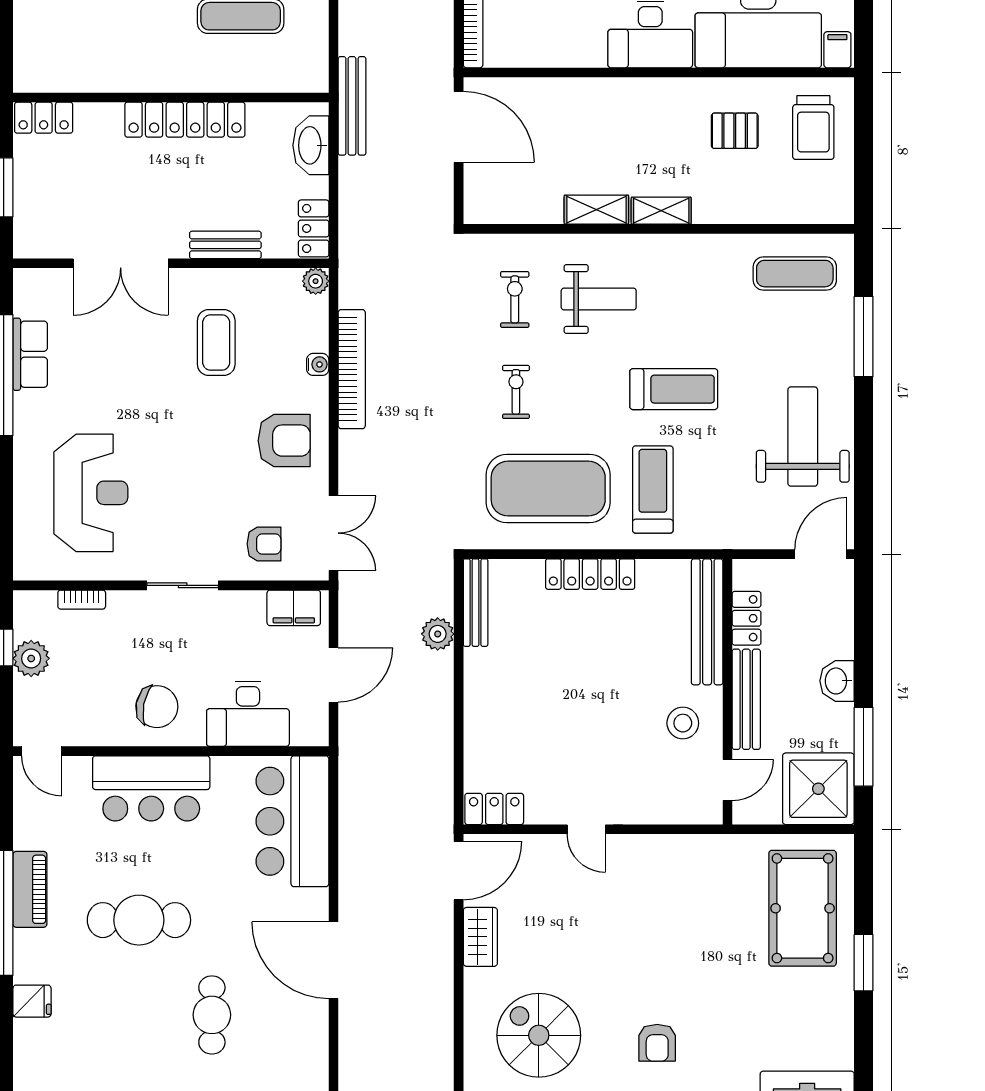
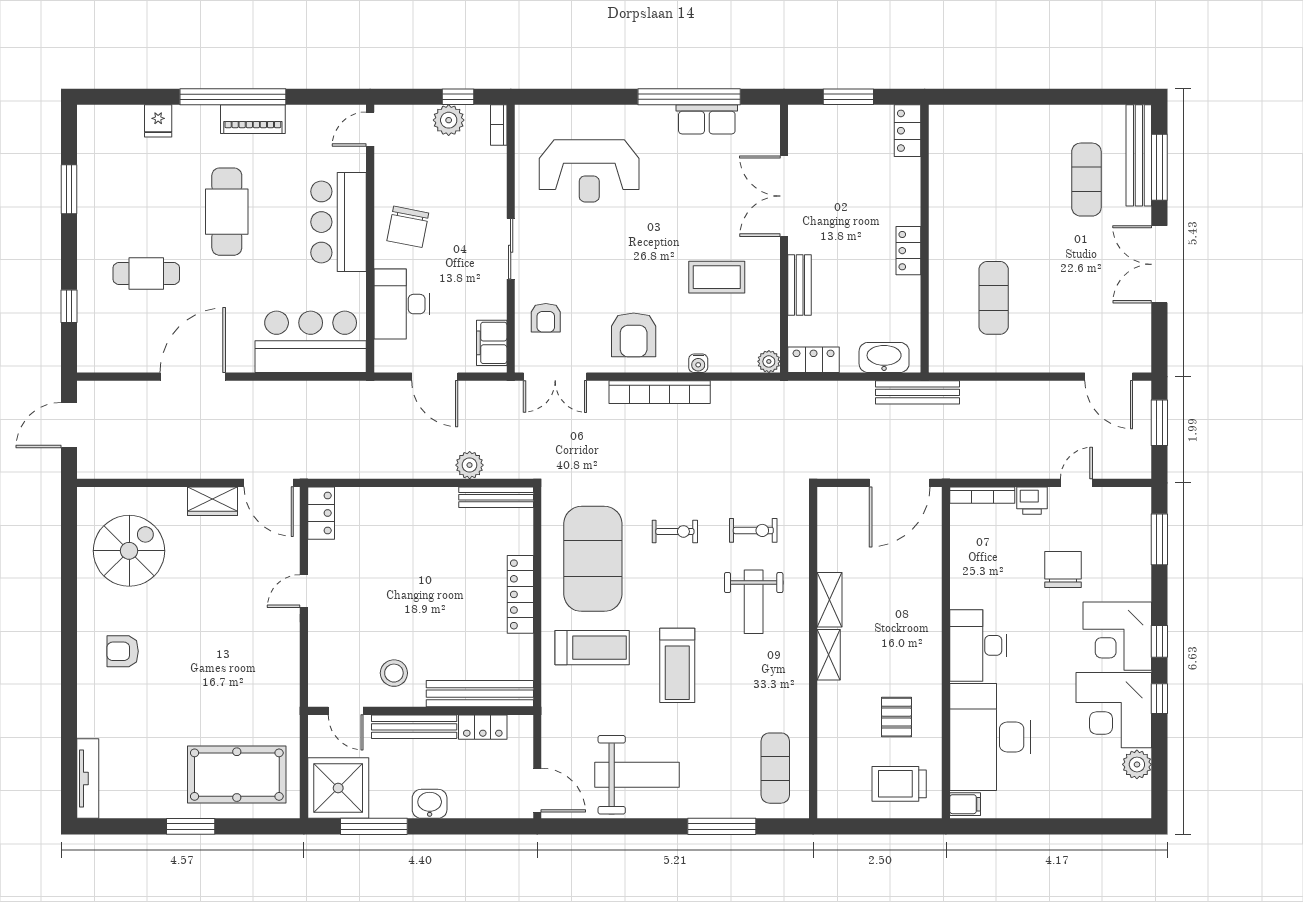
locker: (185, 120) -> (908, 251), width x0.46, depth x0.83
bookcase: (352, 369) -> (660, 392), moved
bookcase: (82, 600) -> (499, 125), moved

